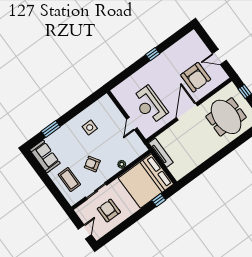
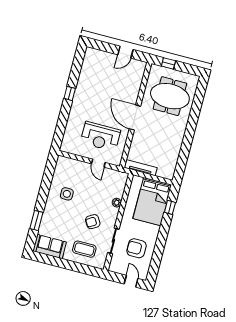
armchair: (196, 77) -> (119, 84), removed
bed: (146, 181) -> (152, 202), width x0.73

